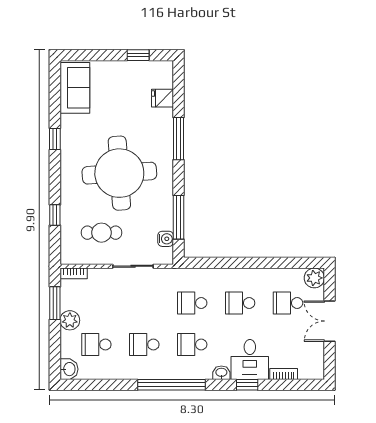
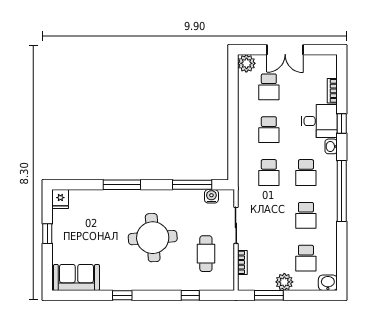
window: (138, 55) -> (47, 234), moved
fridge: (163, 98) -> (60, 199), moved
round table: (119, 173) -> (153, 238), width x0.73, depth x0.73
bookcase: (74, 273) -> (242, 262), moved

